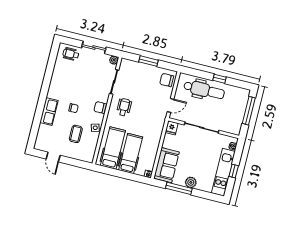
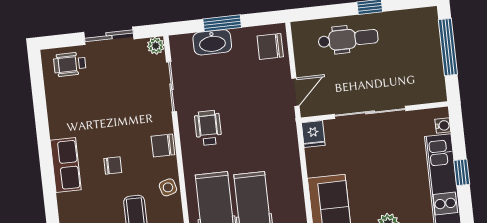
washbasin: (141, 68) -> (212, 42), added
dental chair: (204, 90) -> (348, 39), width x0.73, depth x0.72
row of seats: (49, 112) -> (66, 165), moved

